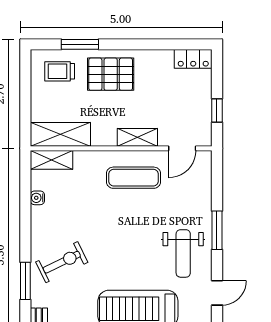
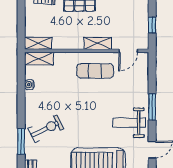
shelving: (60, 134) -> (38, 43), width x0.67, depth x0.75
weight bench: (183, 253) -> (129, 123), turned 90

